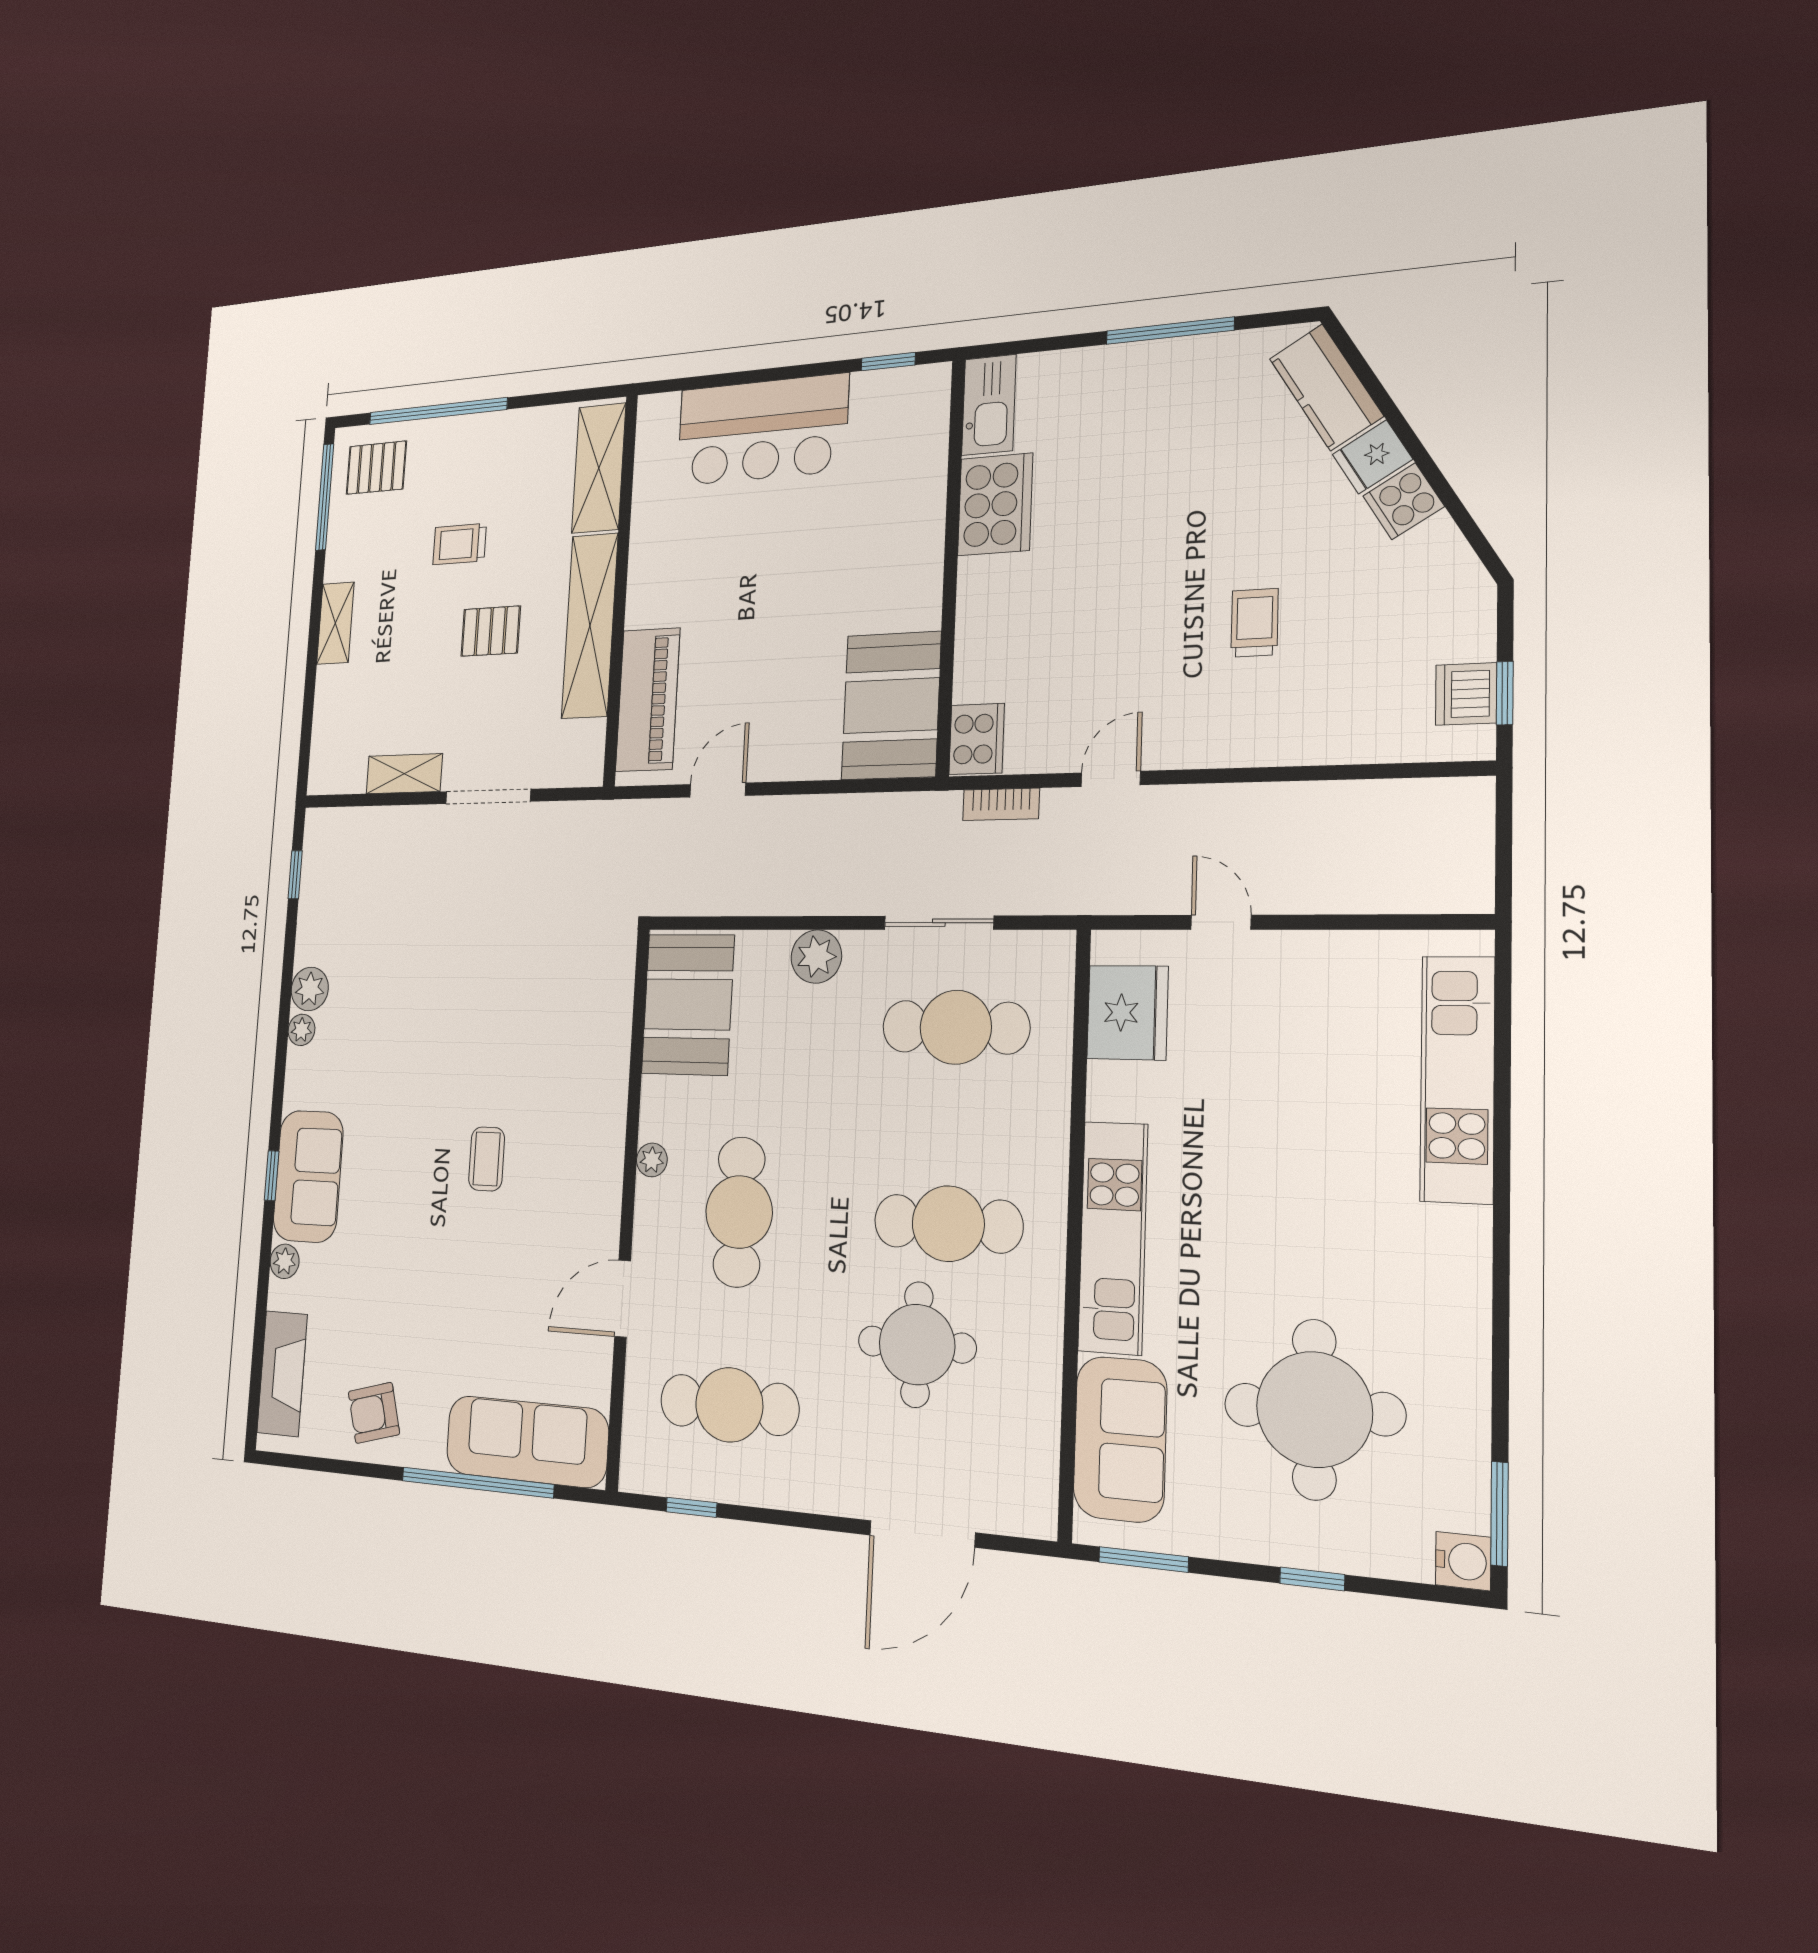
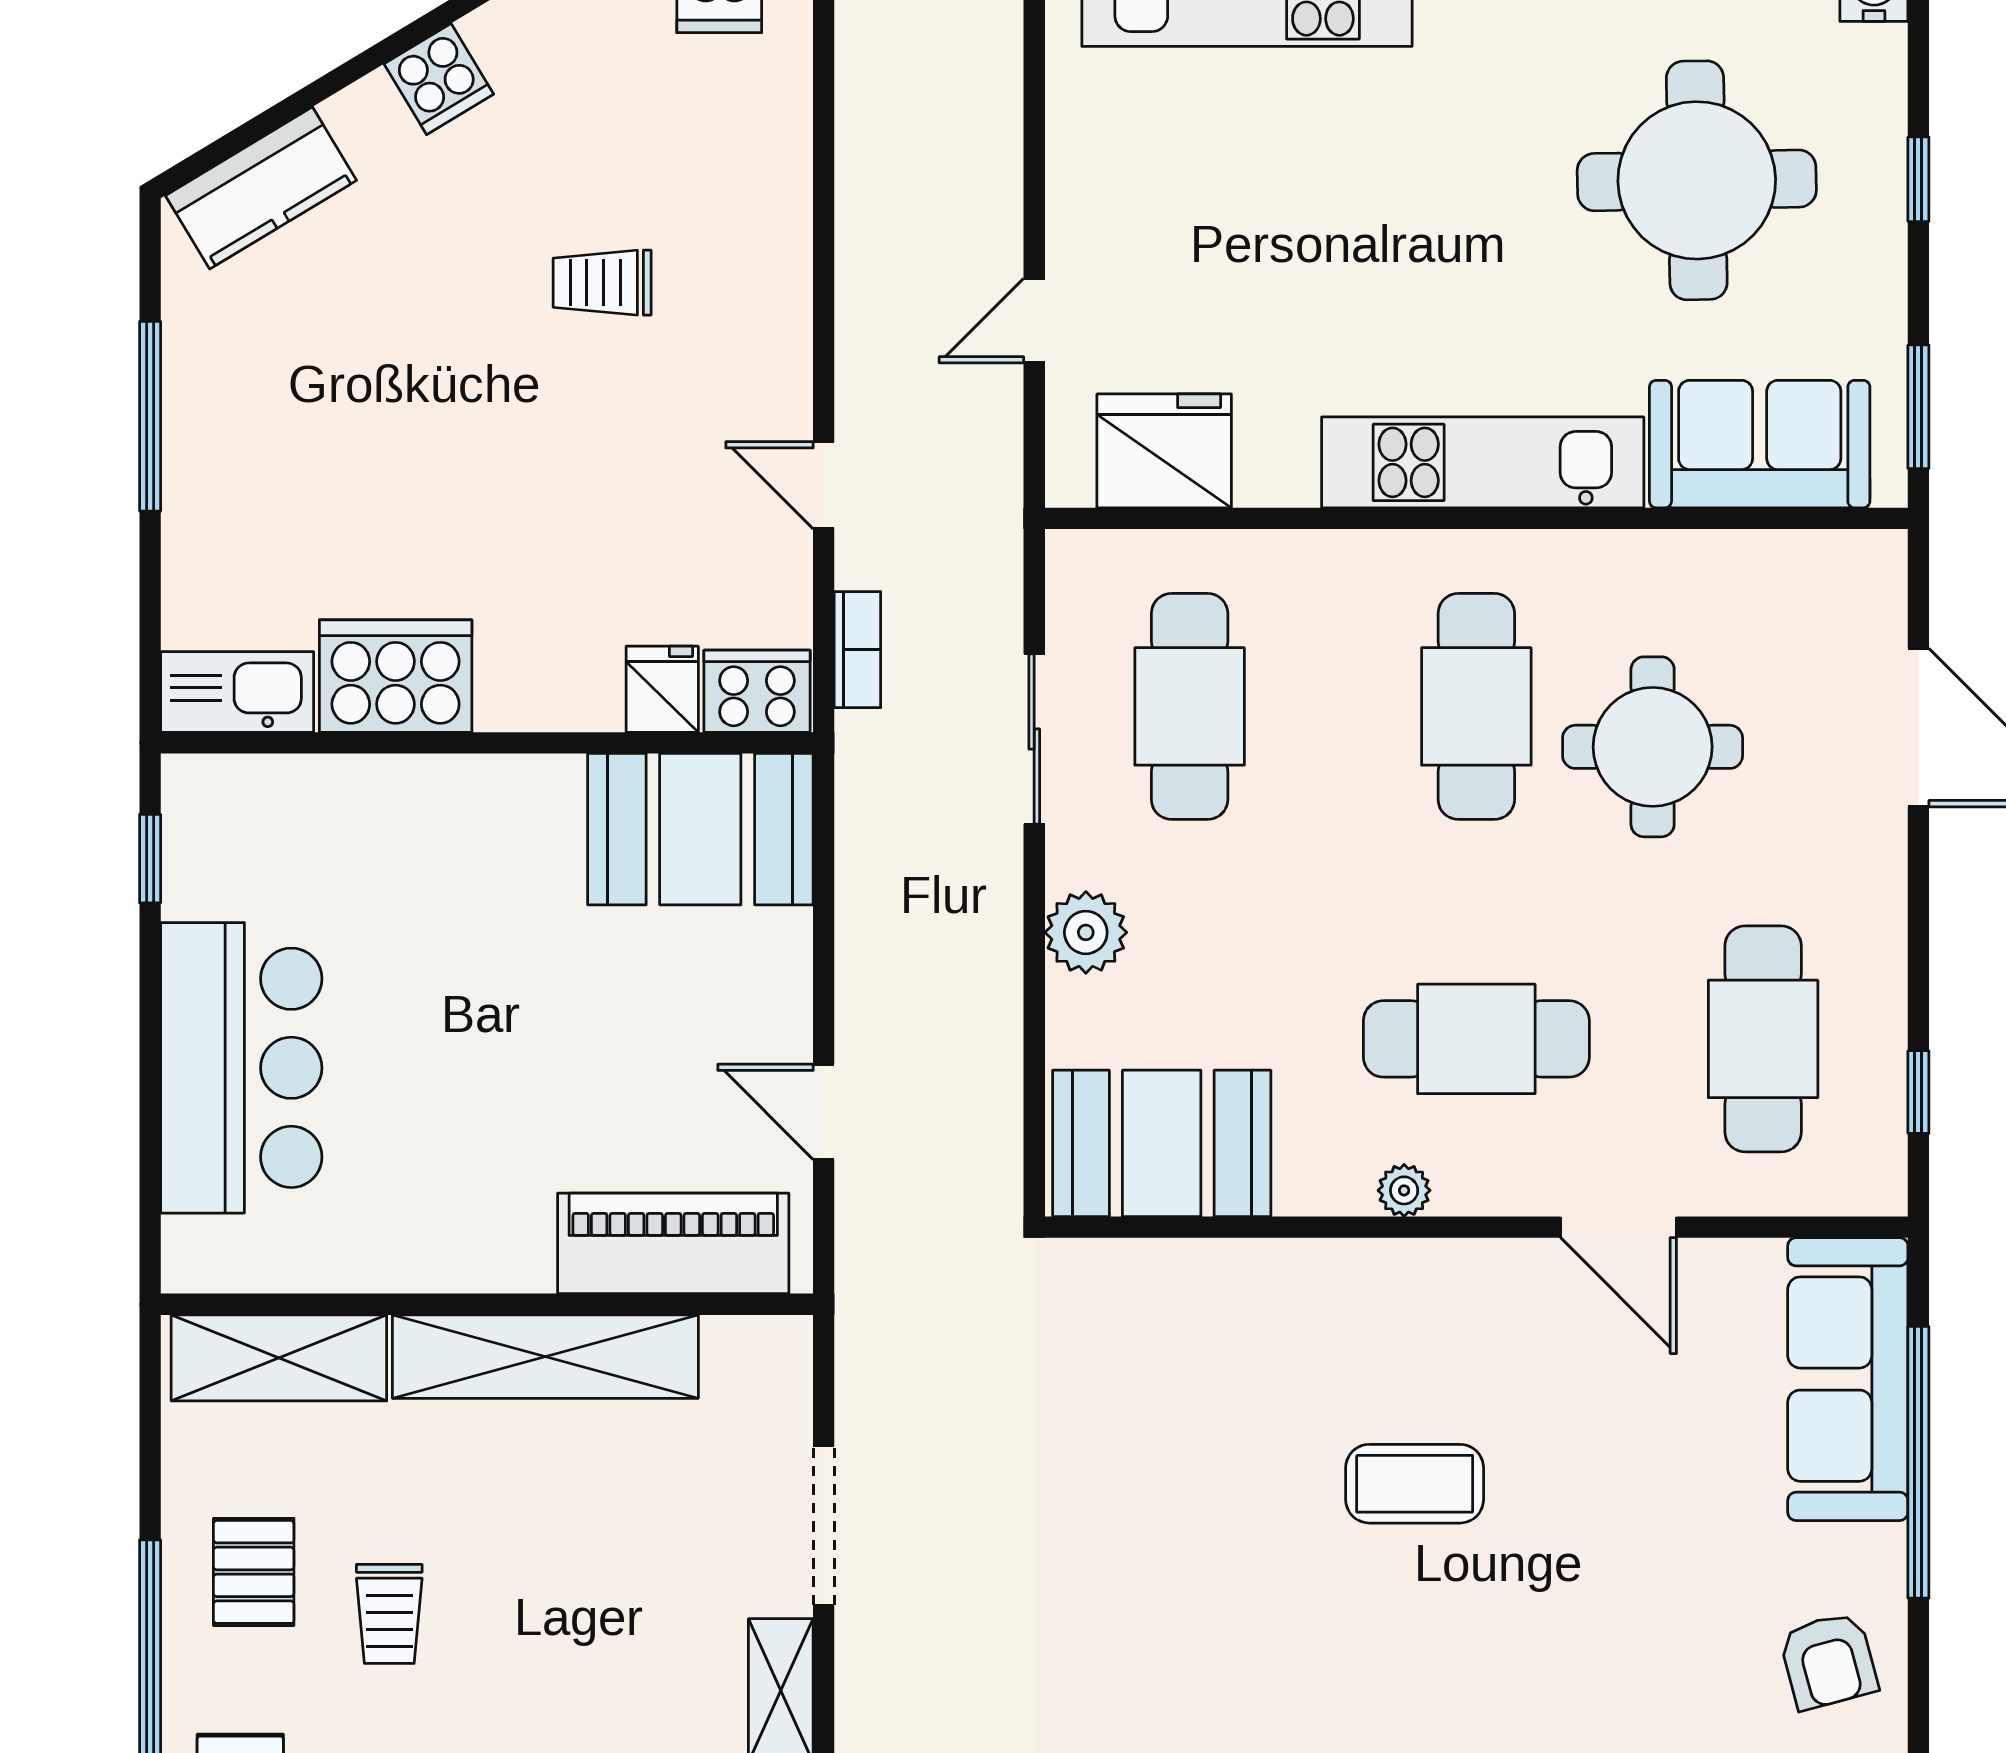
fridge: (1372, 457) -> (662, 689), moved, turned -149
pallet: (491, 631) -> (254, 1572), moved
coffee table: (487, 1159) -> (1415, 1484), width x1.36, depth x1.30

